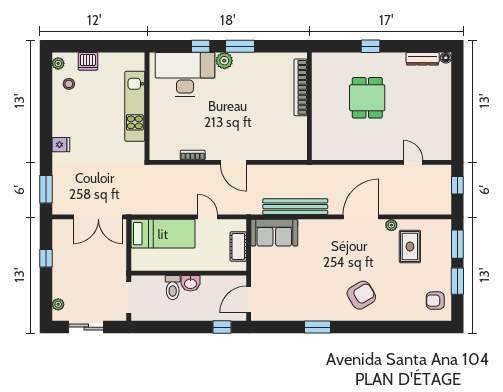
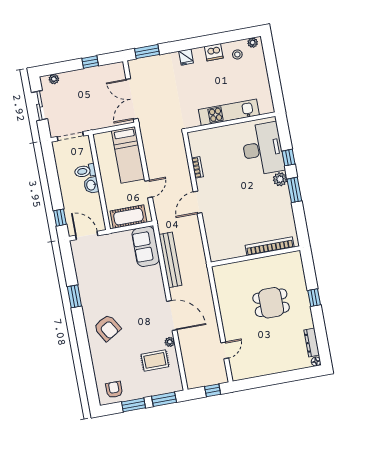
dishwasher: (88, 61) -> (214, 52), moved, turned -90
cot: (238, 246) -> (128, 217), width x1.37, depth x1.34

